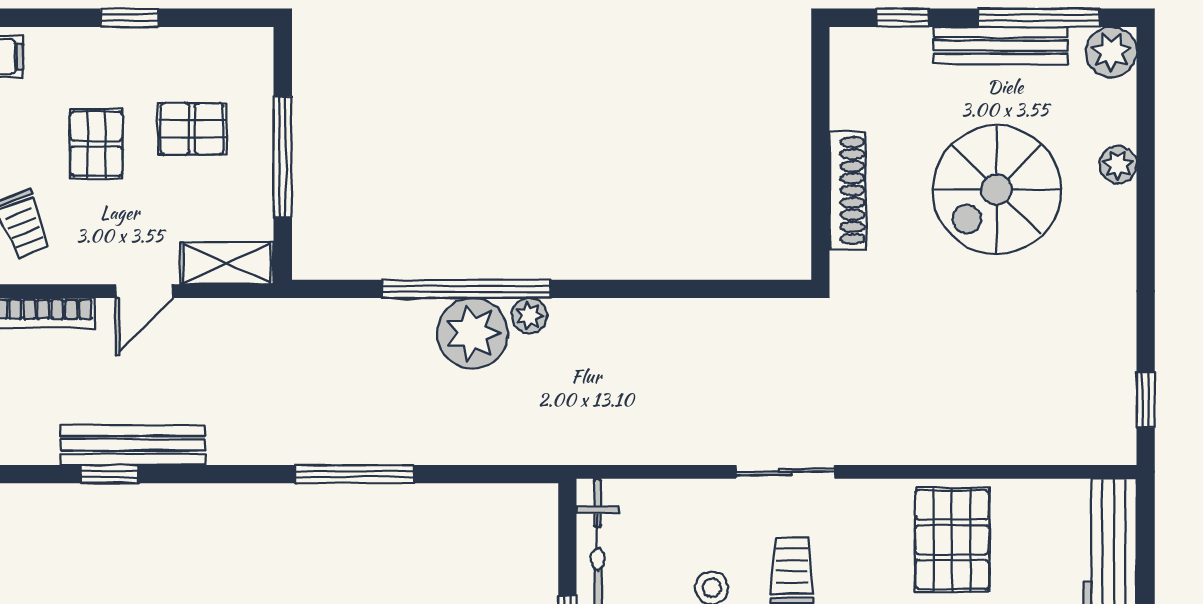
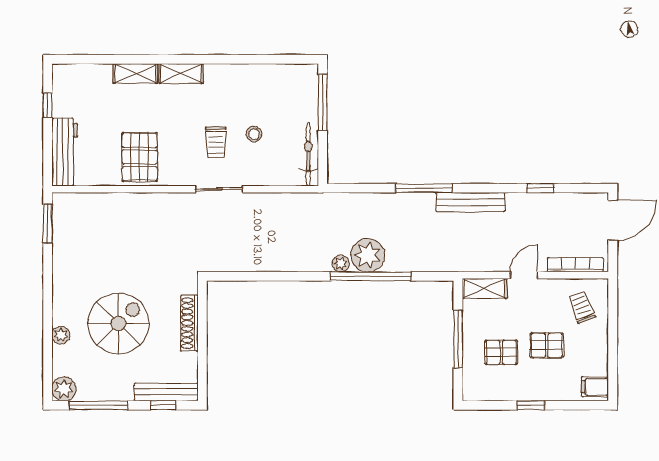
bench: (1001, 46) -> (166, 392), moved
pallet: (96, 144) -> (547, 345), turned 90
window: (1146, 400) -> (48, 224), width x1.50
bench: (133, 445) -> (470, 202), moved

